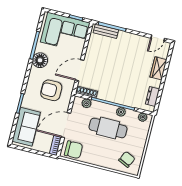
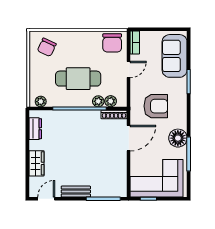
bench: (106, 31) -> (76, 192), moved
plant: (121, 112) -> (98, 101), moved
door: (66, 125) -> (129, 70), width x0.53
chair: (74, 150) -> (112, 43), turned -90

